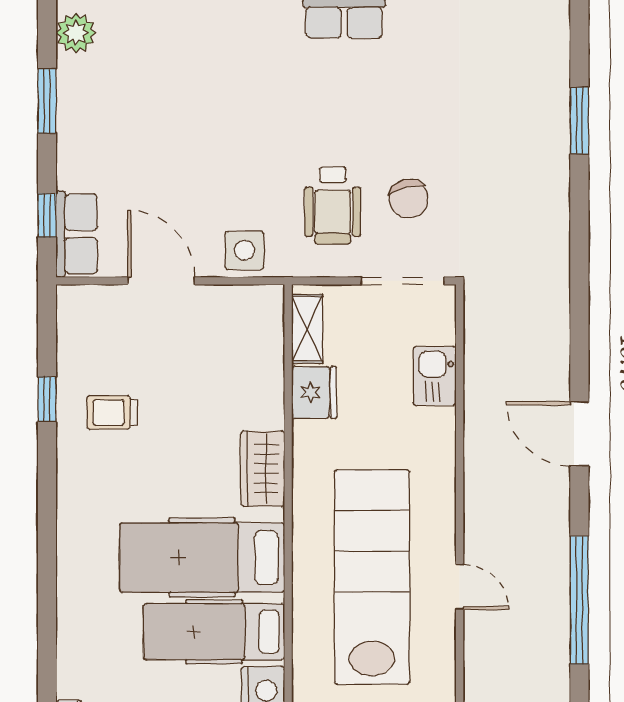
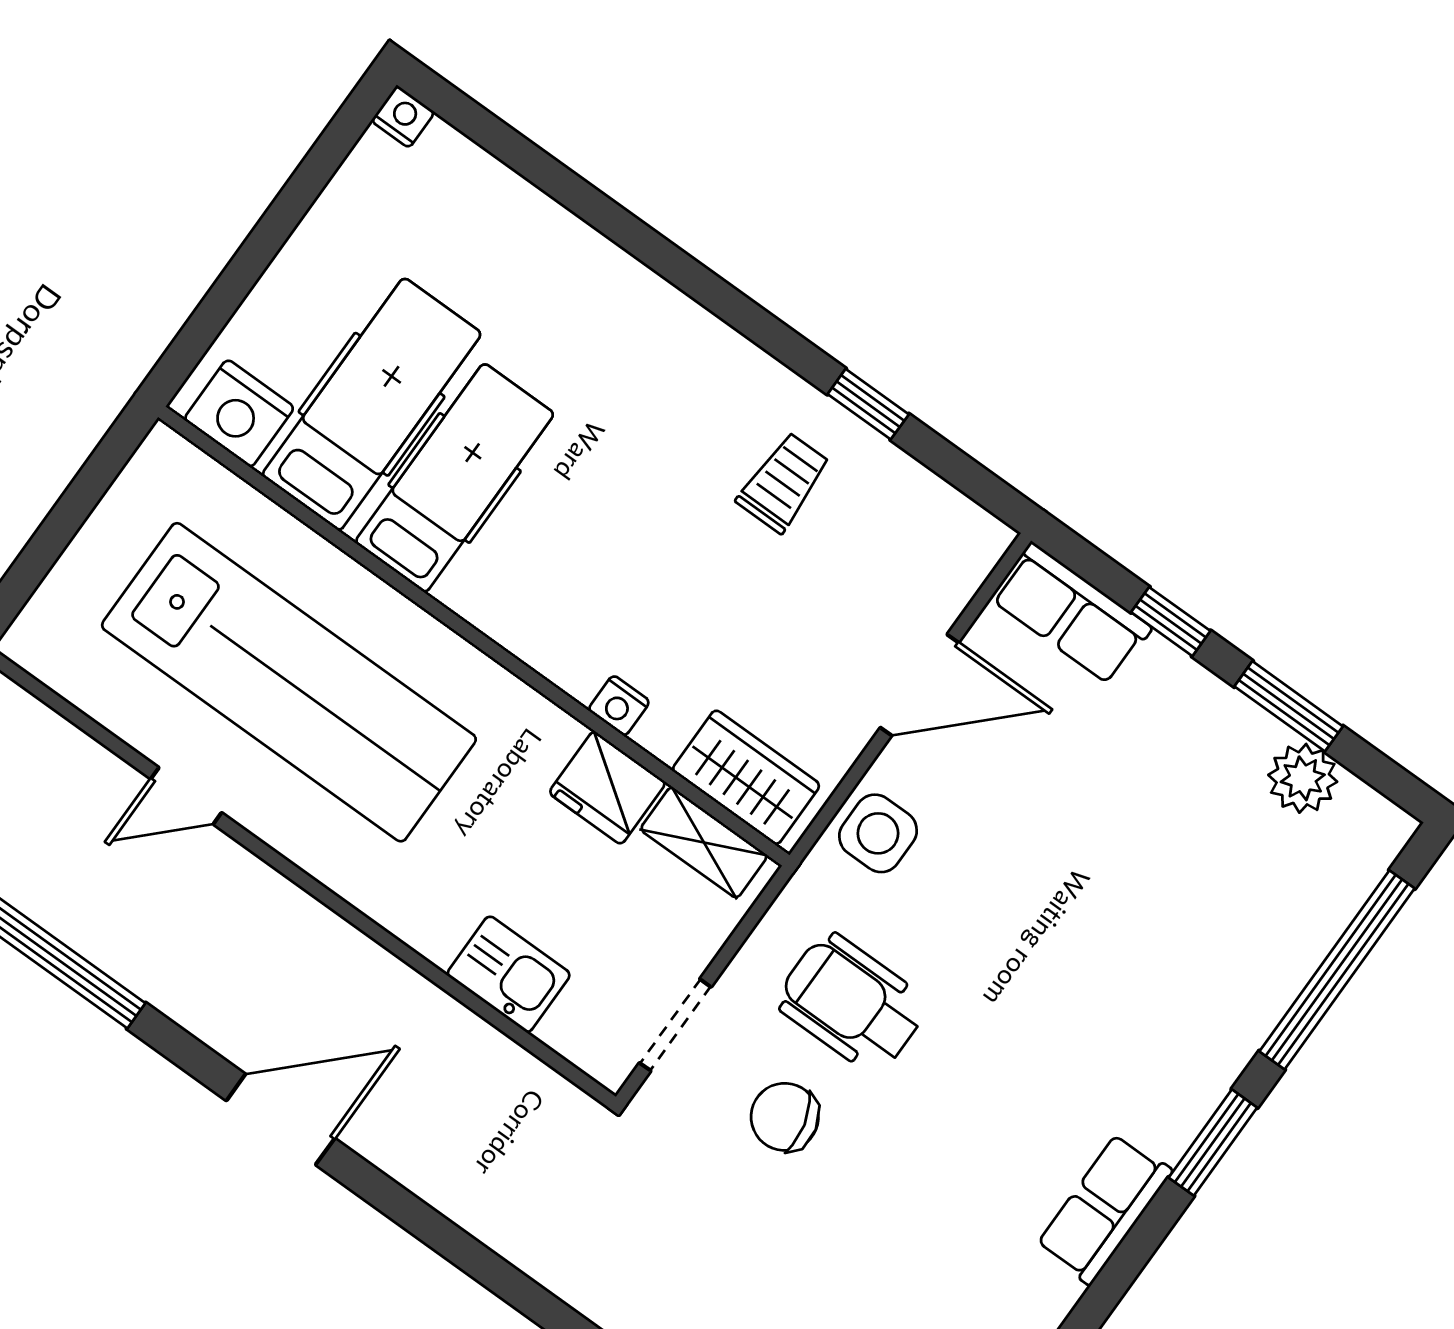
plant: (76, 33) -> (1303, 778), moved
window: (47, 215) -> (1171, 622), moved
doorway: (402, 281) -> (675, 1025), width x0.73
nightstand: (272, 415) -> (619, 706), added
wardrobe: (263, 469) -> (746, 777), moved
hospital bed: (202, 557) -> (455, 478), width x0.73, depth x0.77

